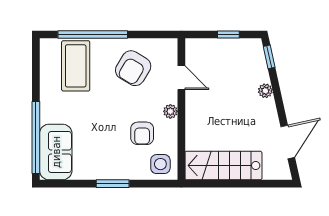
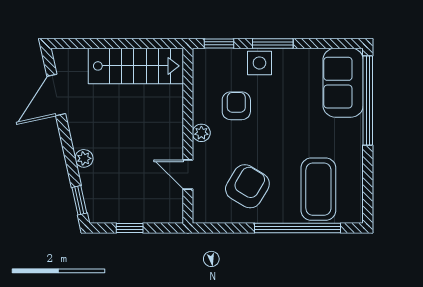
side table: (160, 164) -> (259, 63), moved
window: (156, 184) -> (219, 43), added

